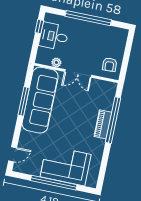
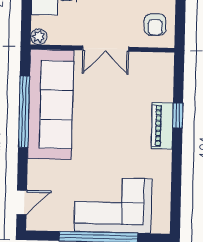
plant: (56, 63) -> (39, 37), moved
window: (24, 101) -> (24, 112), width x1.46
window: (113, 120) -> (178, 115), width x0.32

